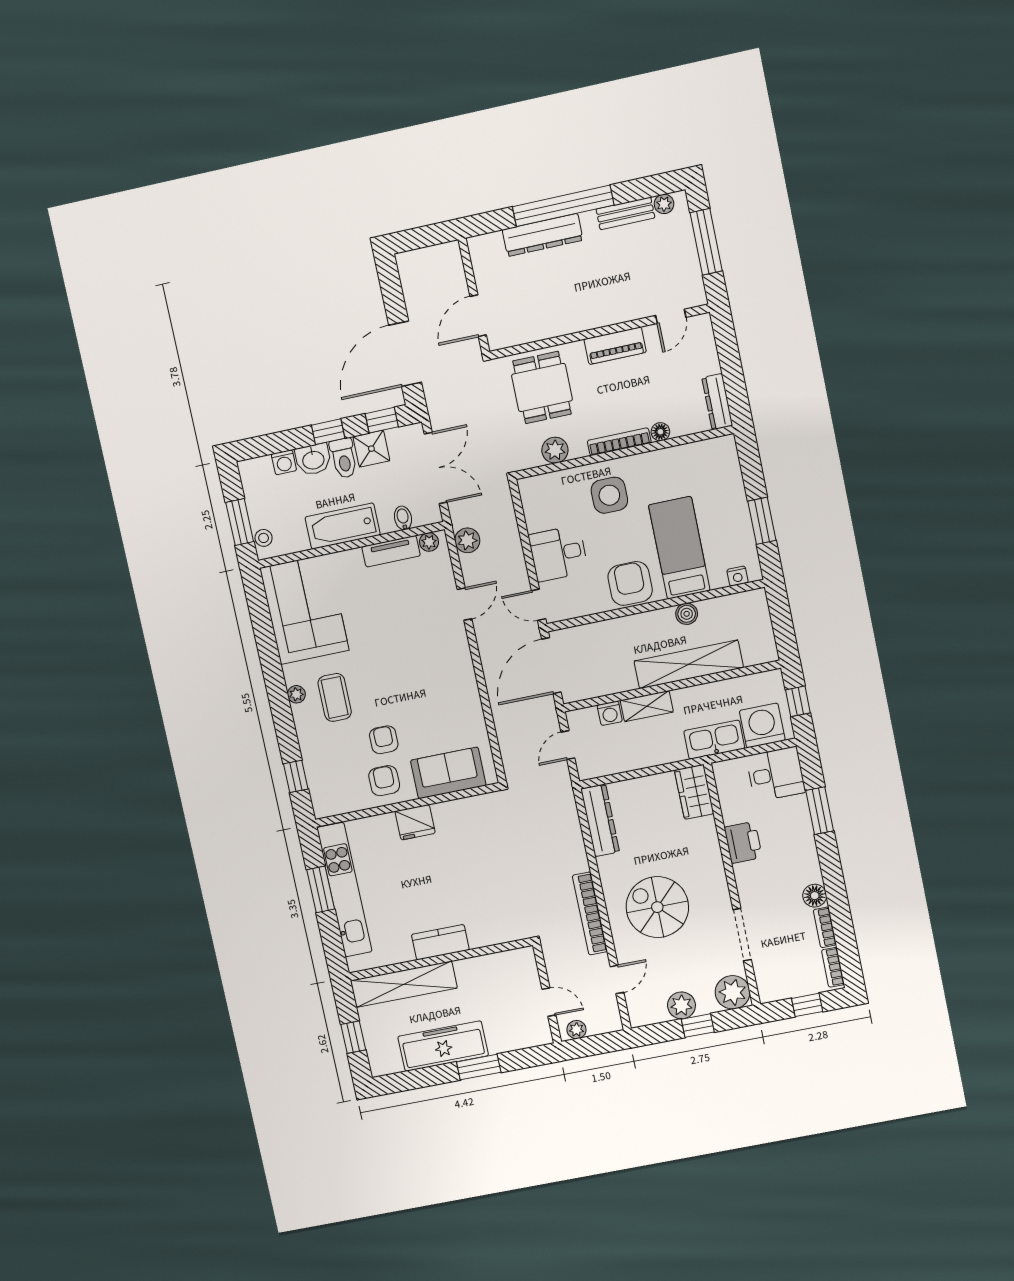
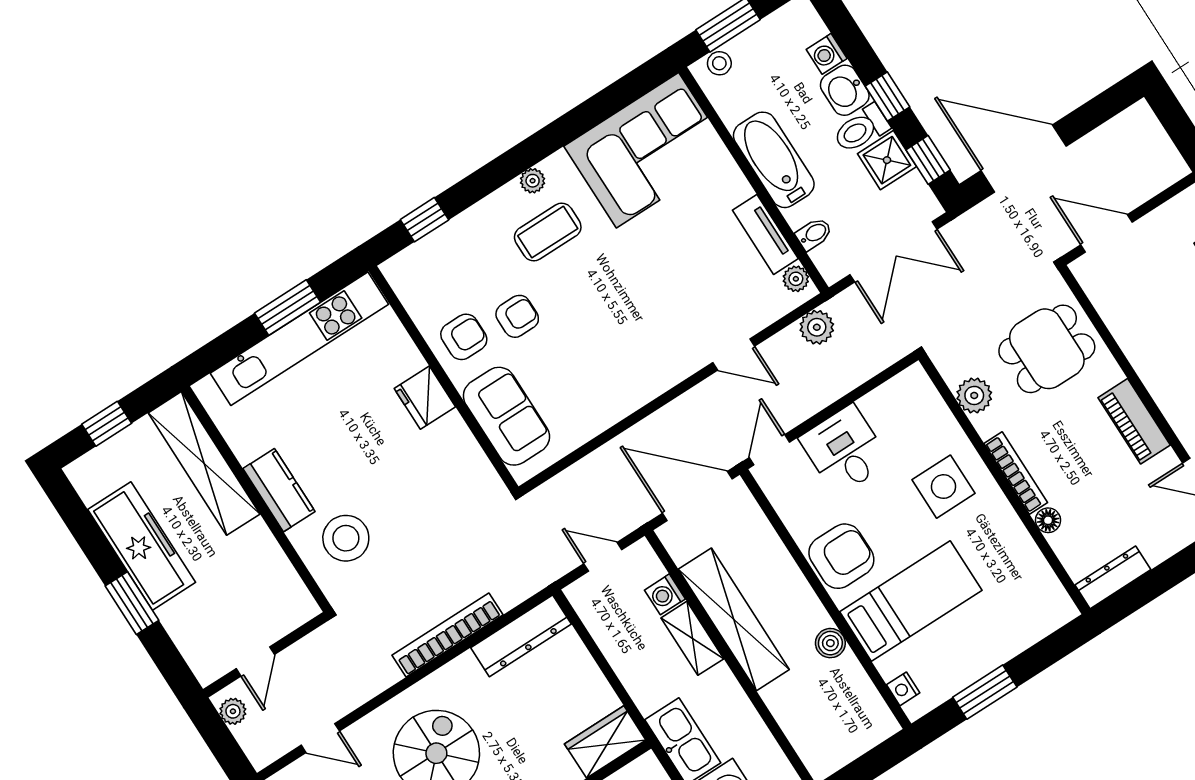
shelving: (689, 664) -> (734, 619), moved
stool: (489, 911) -> (346, 538), added
bookcase: (590, 913) -> (448, 635), moved

